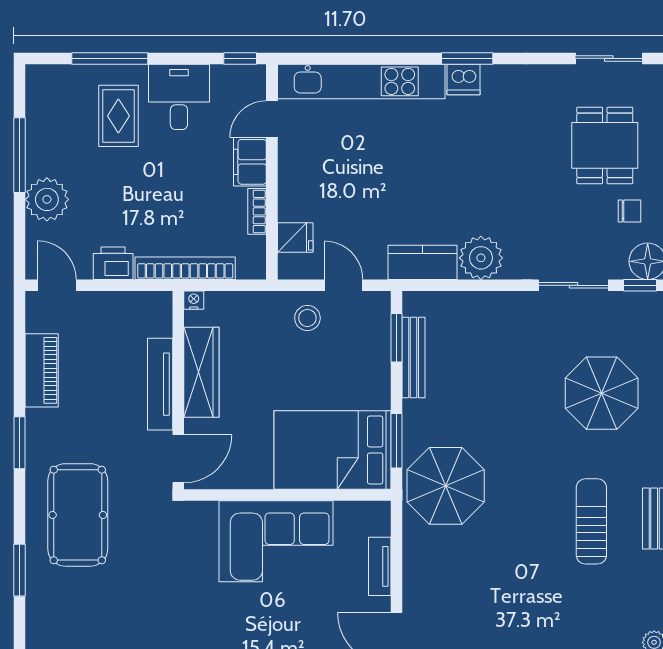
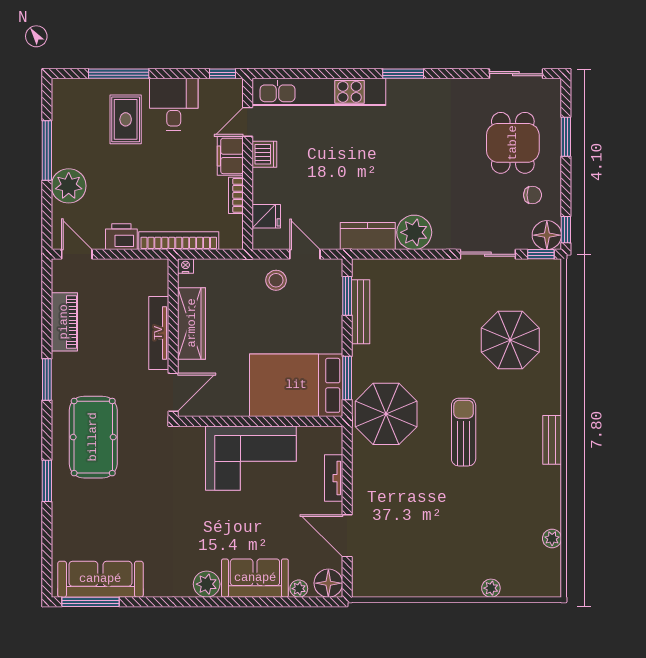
dishwasher: (464, 79) -> (264, 154), moved, turned -90
sun lounger: (591, 521) -> (464, 432), moved

